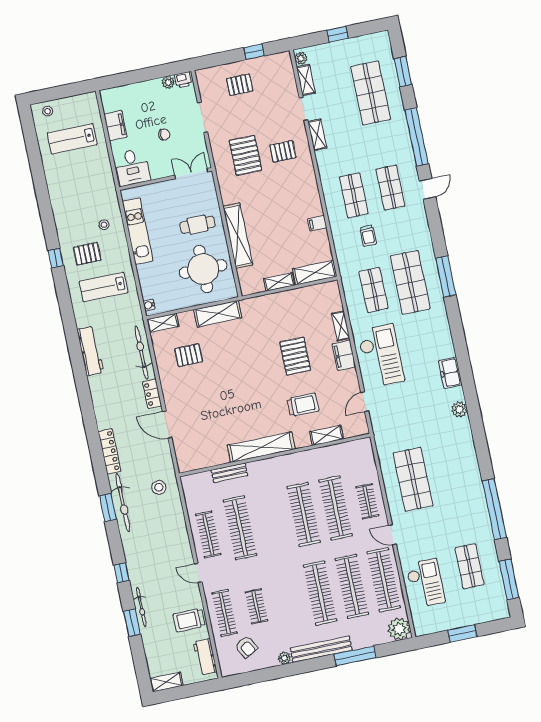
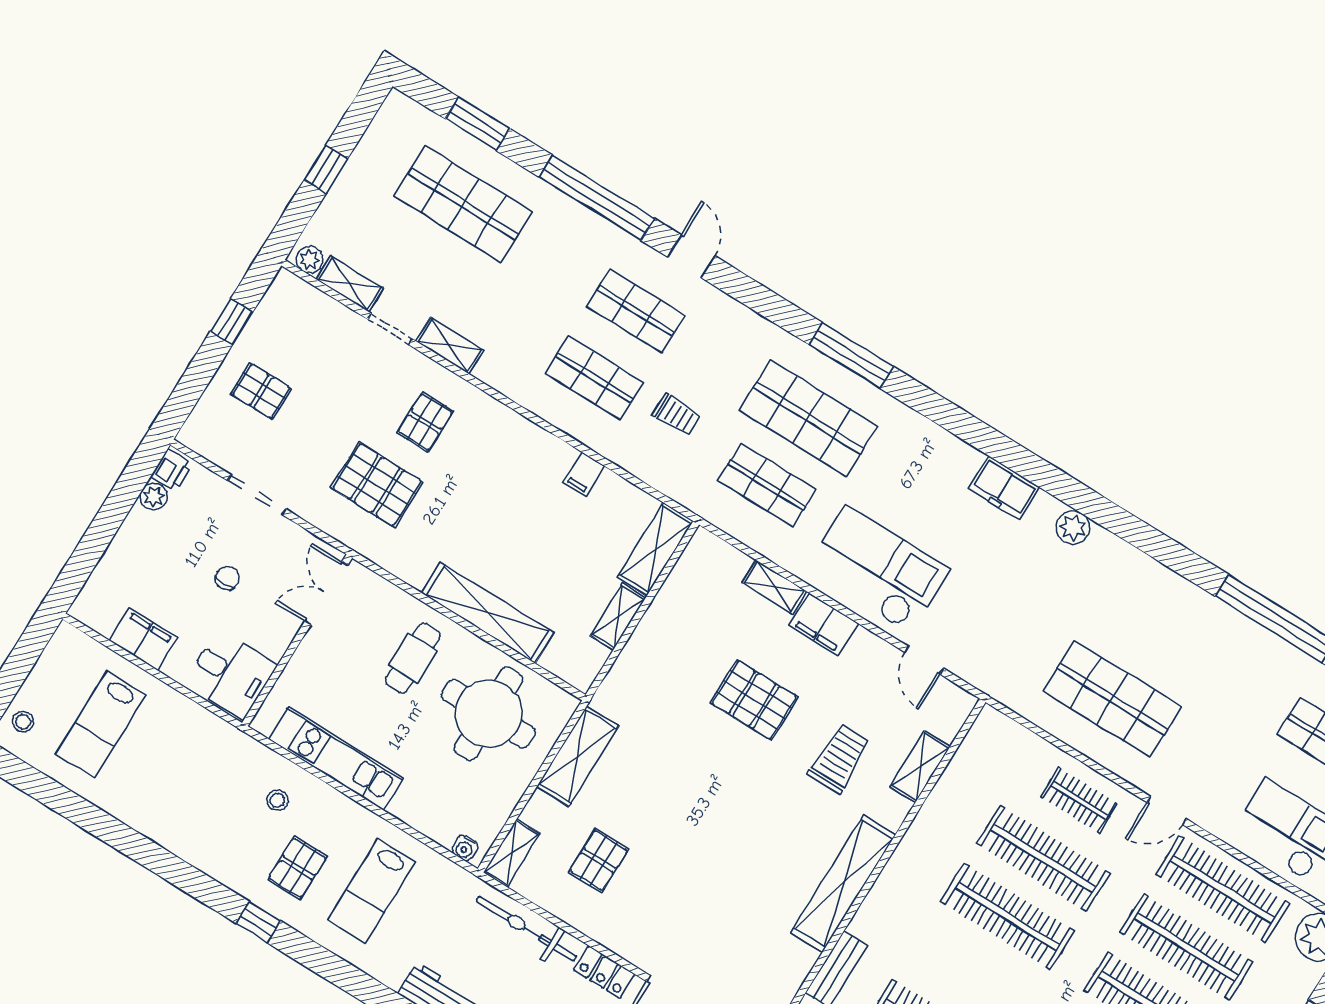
pallet: (240, 85) -> (261, 391), turned 90

